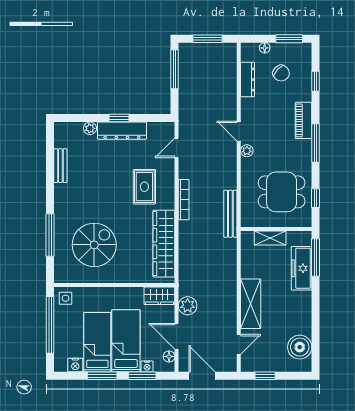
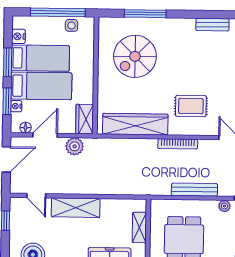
bench: (230, 214) -> (194, 190), moved
spiral stairs: (94, 245) -> (135, 56), turned 90
side table: (66, 298) -> (71, 25), moved

